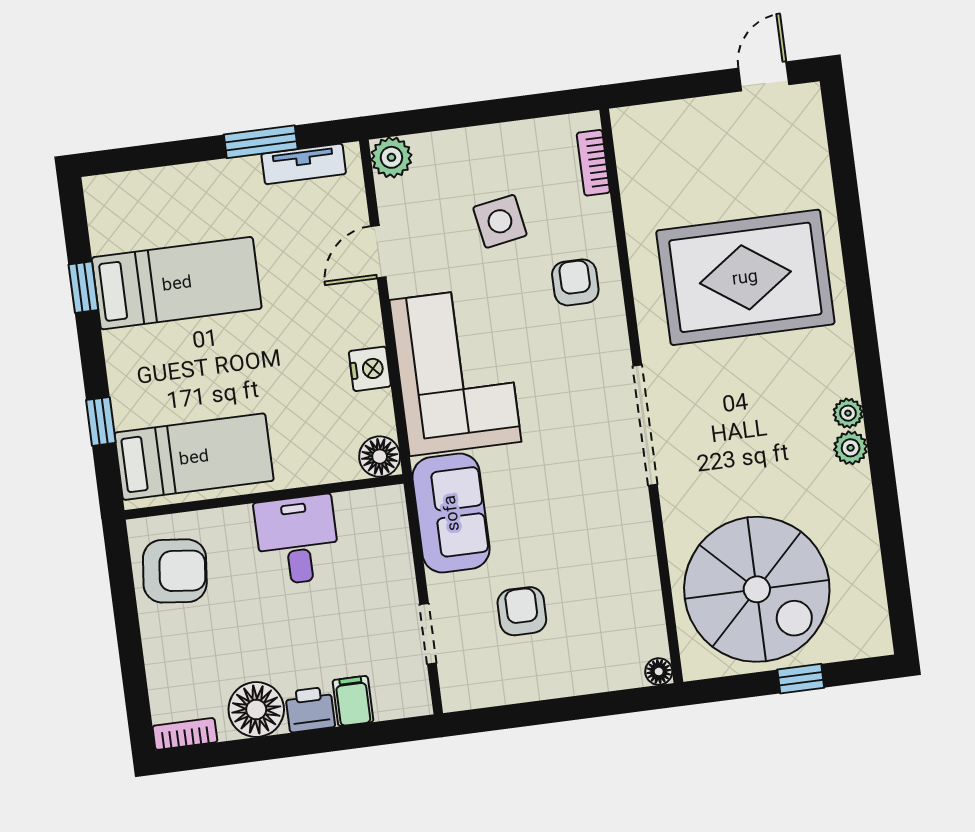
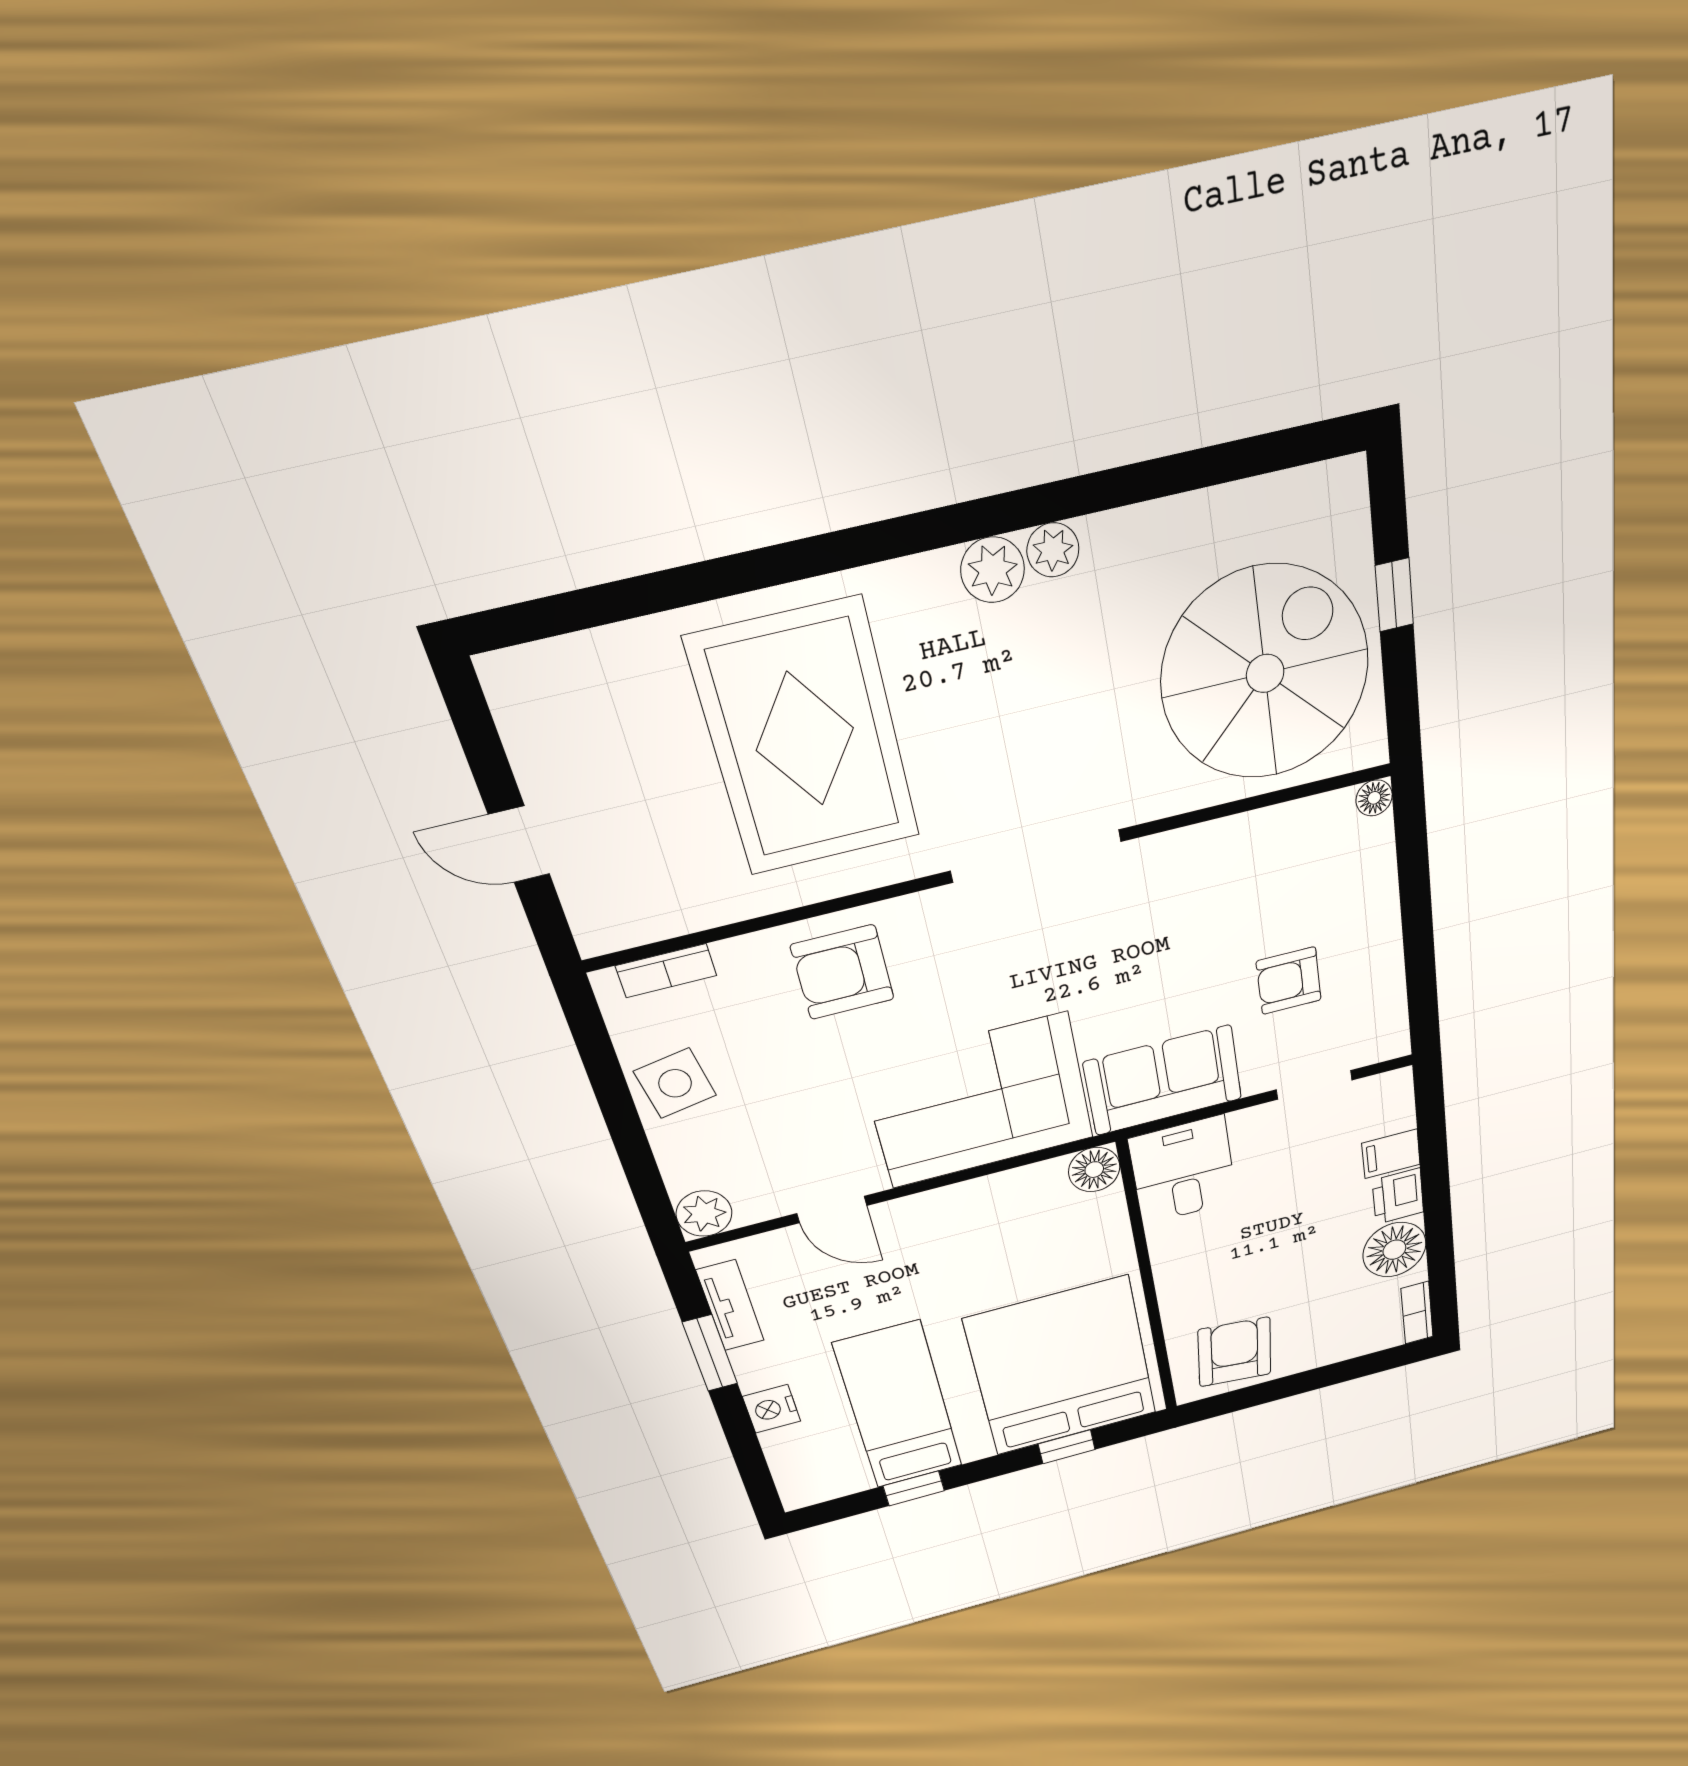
door: (764, 76) -> (519, 844), moved
side table: (500, 221) -> (675, 1083), moved
armchair: (575, 282) -> (842, 972), width x1.38, depth x1.38
nightstand: (370, 369) -> (772, 1409), moved, turned -90
plant: (848, 413) -> (993, 570), width x1.38, depth x1.38
bed: (194, 457) -> (1061, 1367), width x2.04
desk: (297, 540) -> (1183, 1170), moved, turned 90

